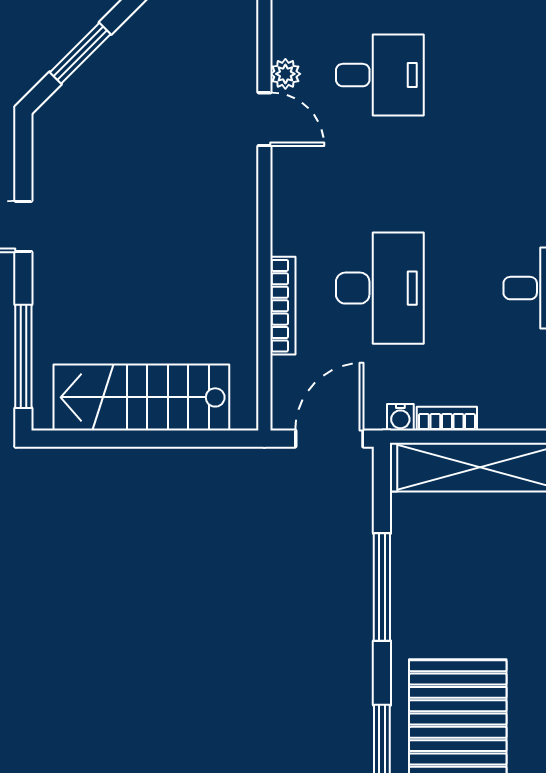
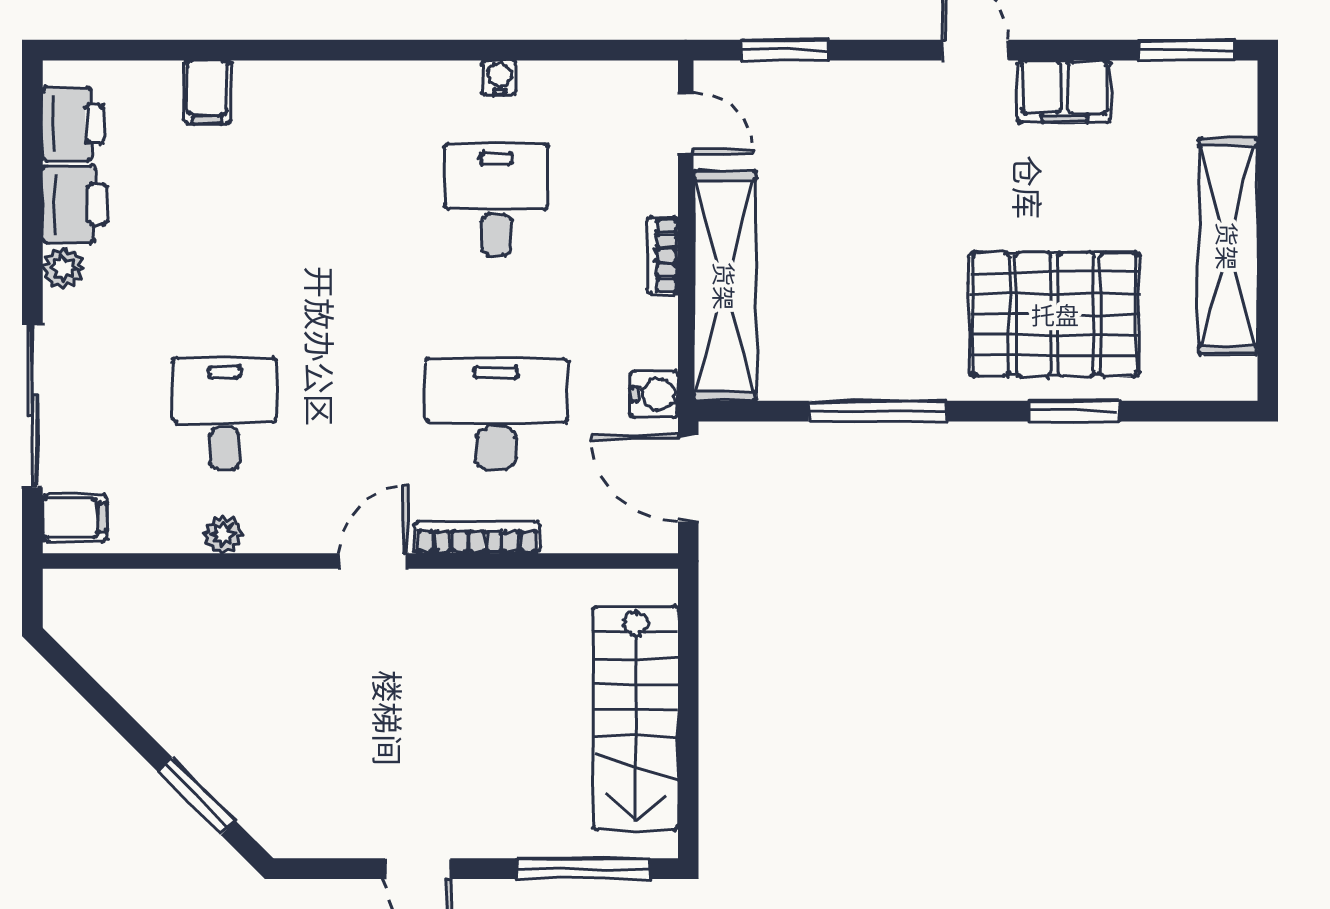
door: (264, 119) -> (373, 561), moved
bookcase: (283, 306) -> (477, 537), moved
water cooler: (400, 417) -> (654, 394), width x1.38, depth x1.38
bookcase: (447, 419) -> (663, 256), moved

